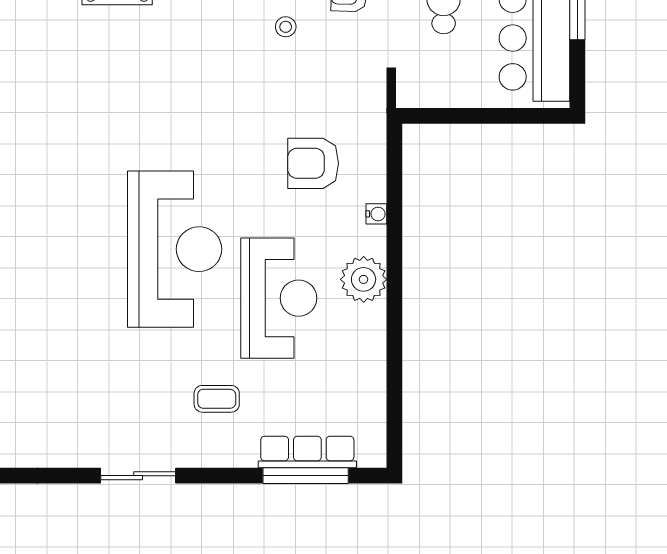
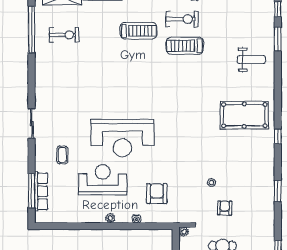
plant: (408, 95) -> (184, 232), added
plant: (364, 279) -> (110, 218), width x0.53, depth x0.53
reception desk: (279, 298) -> (103, 180), turned 180

